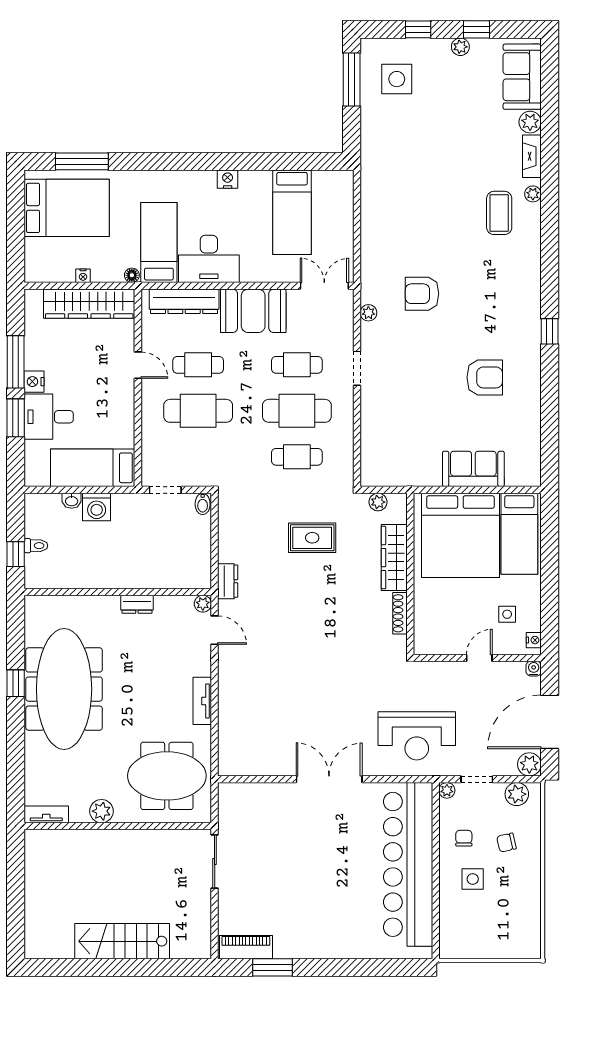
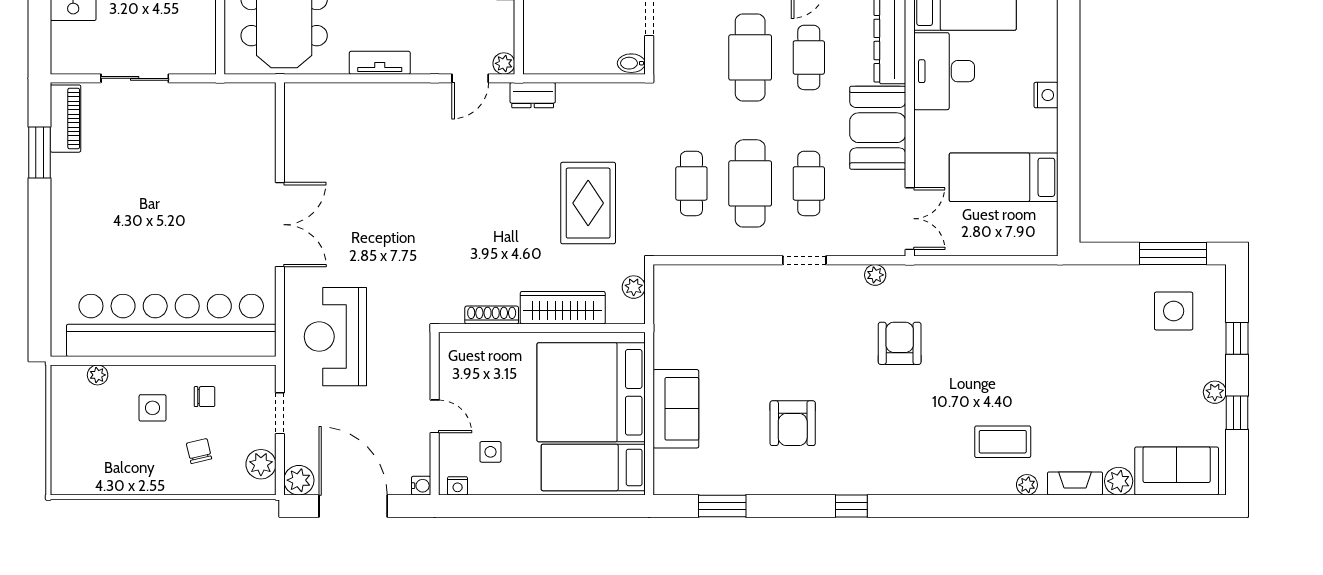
window: (550, 433) -> (722, 506), added
rug: (312, 538) -> (588, 203), width x1.36, depth x1.43
plant: (447, 790) -> (98, 375), moved
sliding door: (215, 862) -> (135, 78), moved

